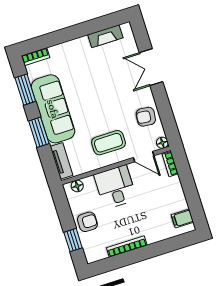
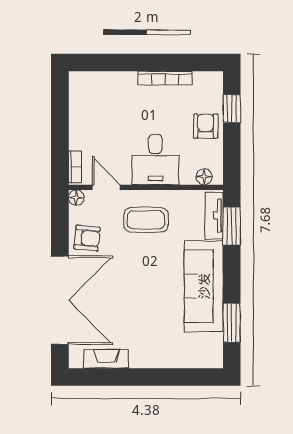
bookcase: (35, 57) -> (205, 361), removed
double door: (151, 67) -> (60, 300), width x1.87
window: (39, 132) -> (232, 226), moved
filing cabinet: (182, 218) -> (81, 92), removed
armchair: (87, 222) -> (206, 126), turned 90

